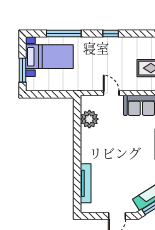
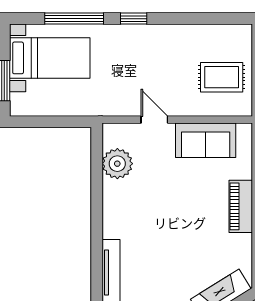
window: (111, 34) -> (134, 19), moved

